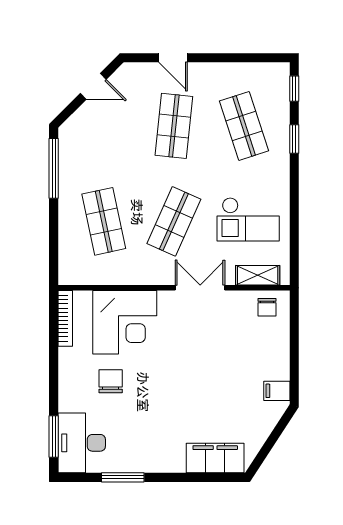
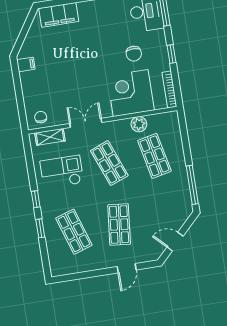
door: (173, 58) -> (127, 268), swing flipped
window: (294, 89) -> (36, 199), moved
shop shelf: (174, 221) -> (109, 163), turned -45
plant: (120, 273) -> (139, 124), added
double door: (200, 288) -> (86, 123), swing flipped
window: (54, 372) -> (171, 54), added

